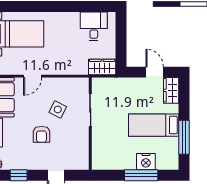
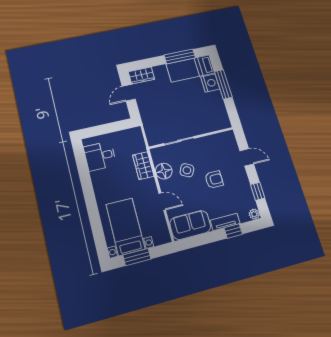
wardrobe: (102, 67) -> (143, 166), moved
floor lamp: (63, 86) -> (164, 171), added
bed: (154, 125) -> (190, 68), moved, turned 90

